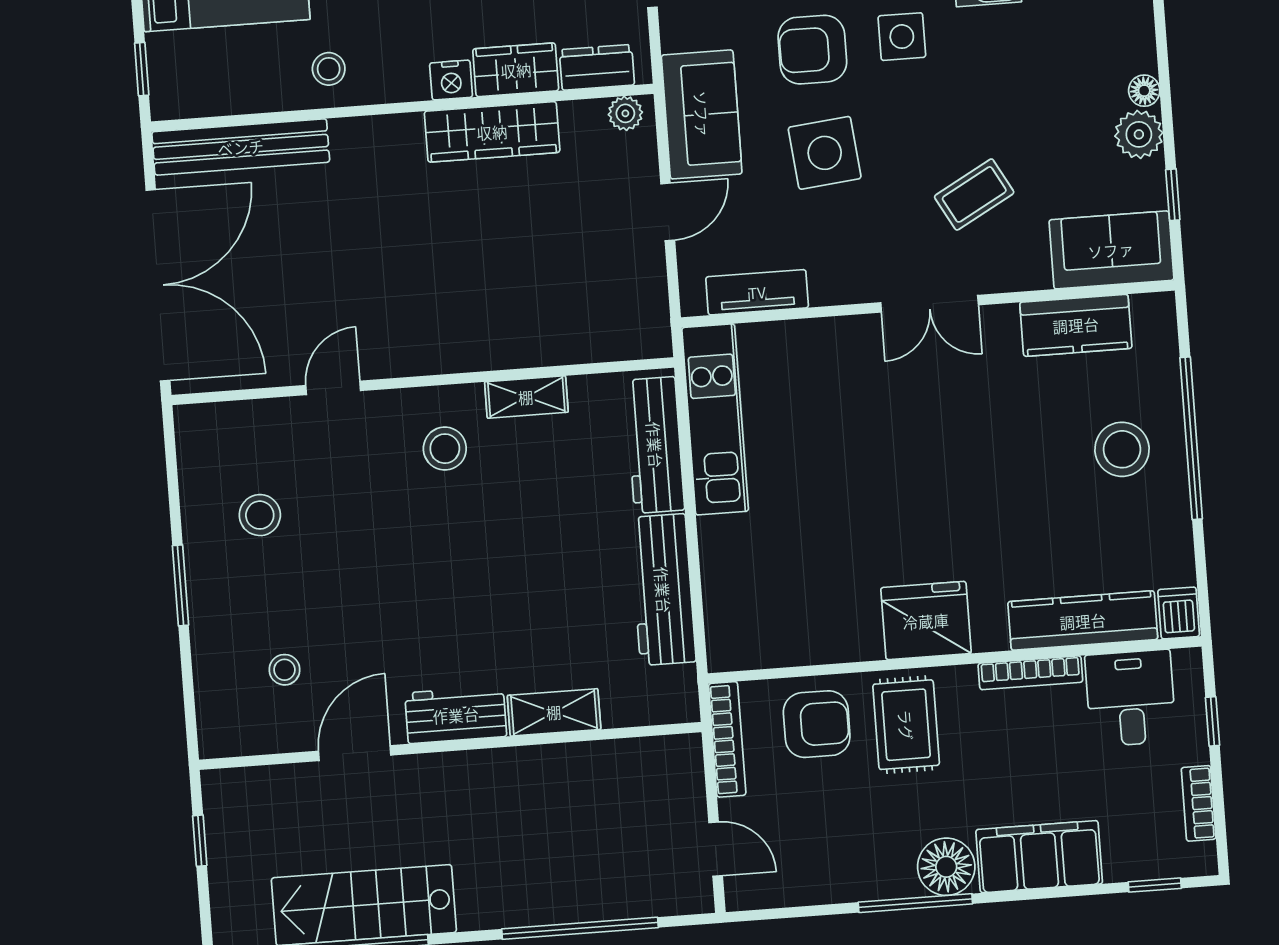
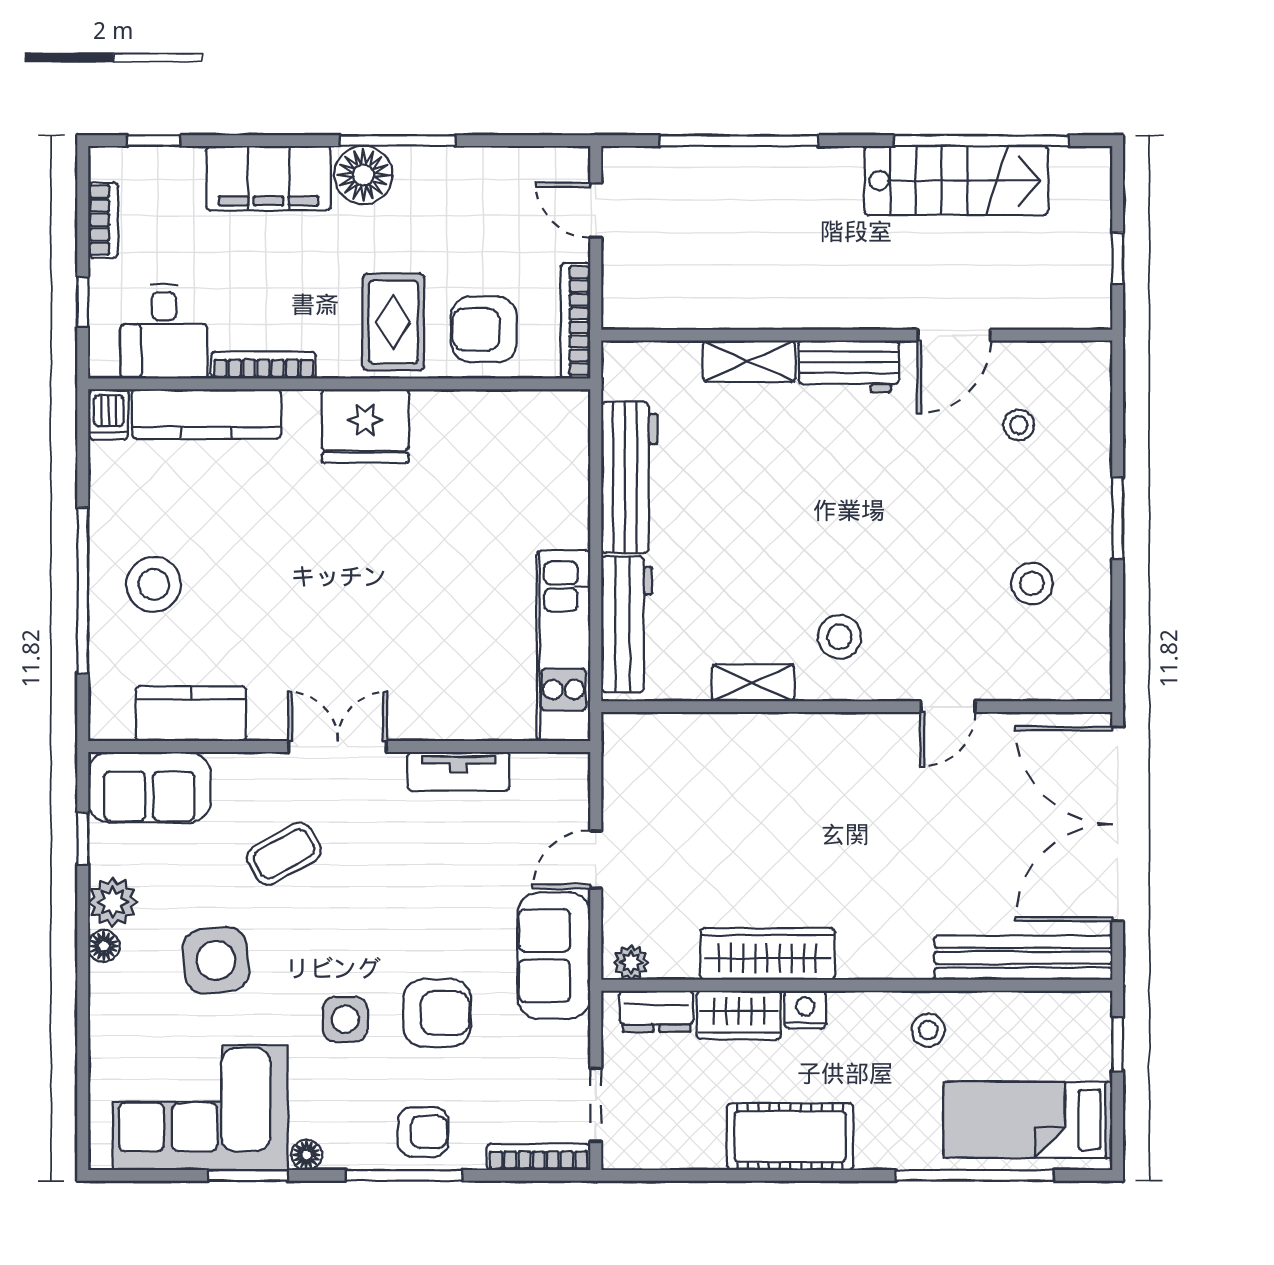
side table: (825, 153) -> (216, 960), moved
tv unit: (757, 292) -> (458, 771), moved

